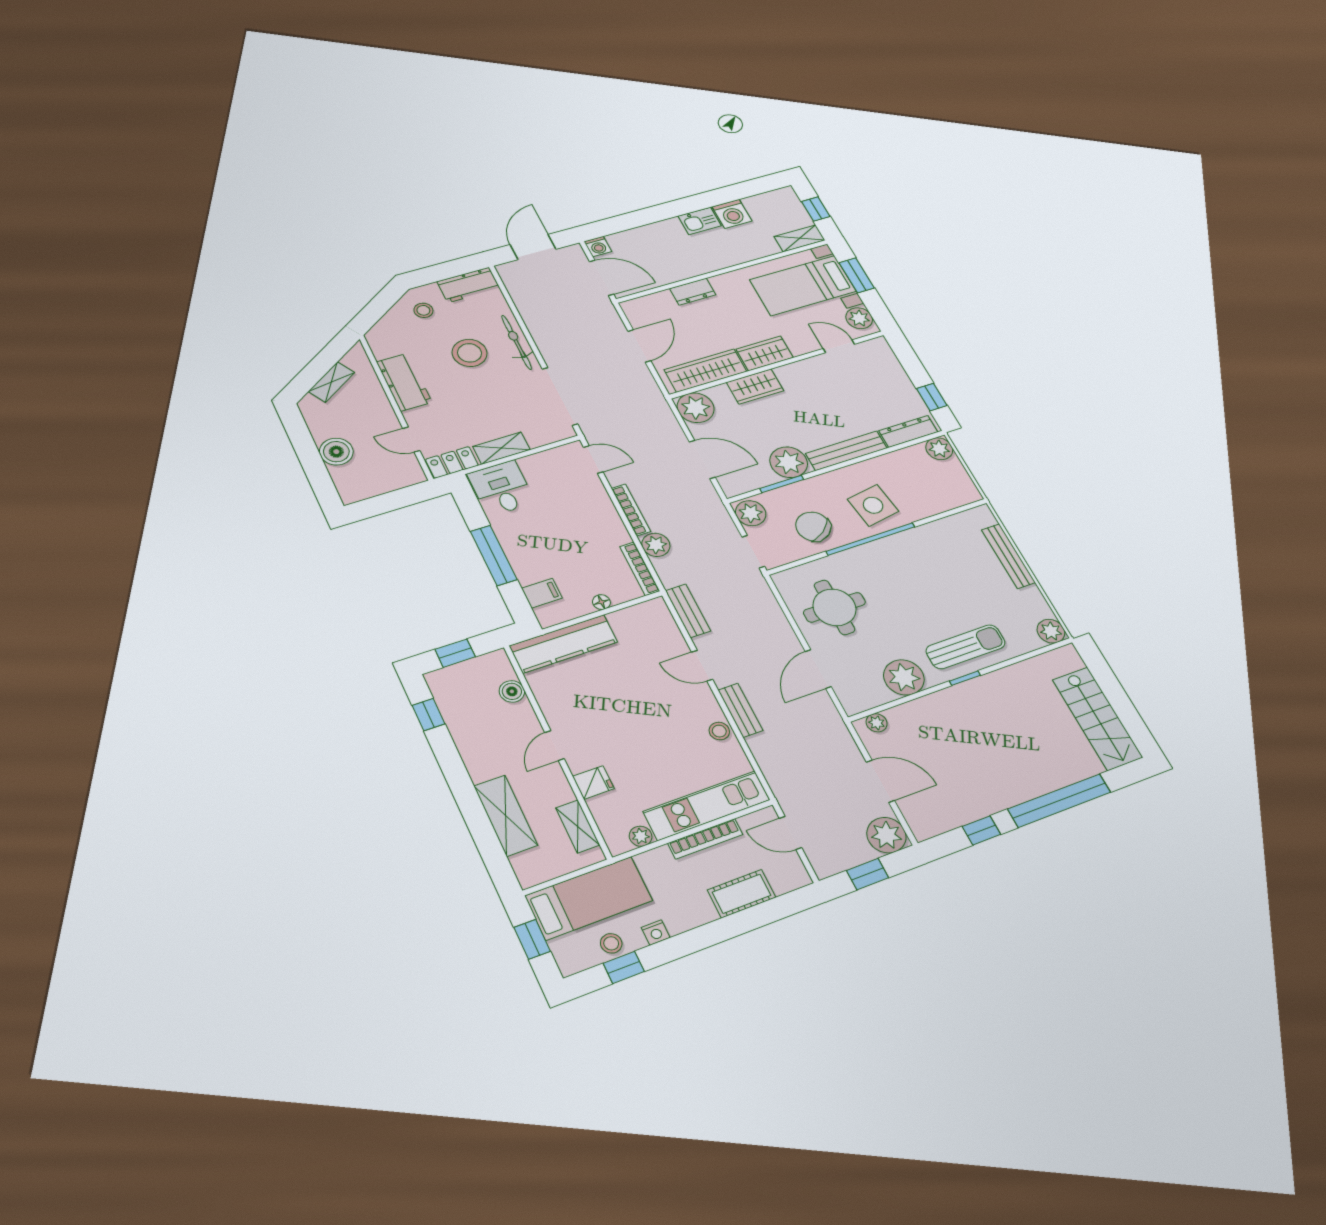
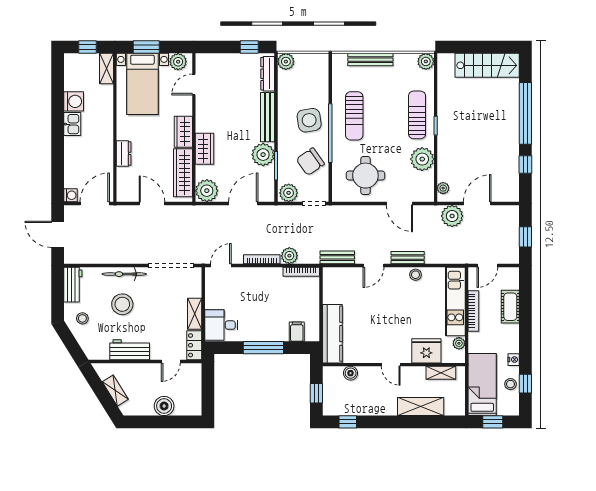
sun lounger: (914, 562) -> (354, 116), added
floor lamp: (601, 602) -> (314, 302), removed
fridge: (593, 782) -> (426, 351), width x1.88, depth x1.34
plant: (886, 835) -> (452, 216), moved

